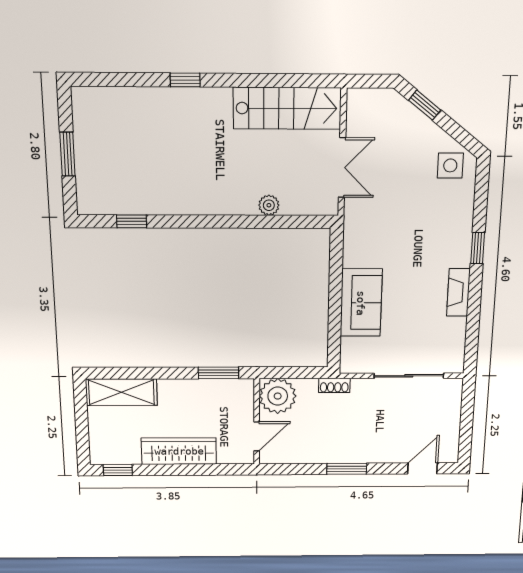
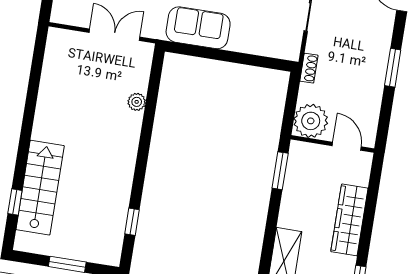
window: (185, 80) -> (15, 202), moved
stairs: (287, 108) -> (40, 188), moved
sofa: (361, 303) -> (198, 28), moved

